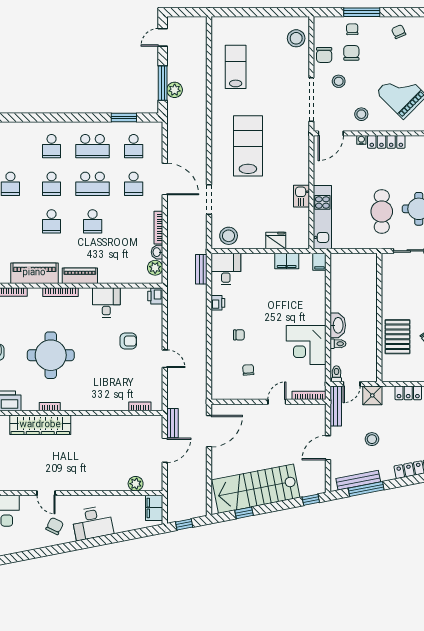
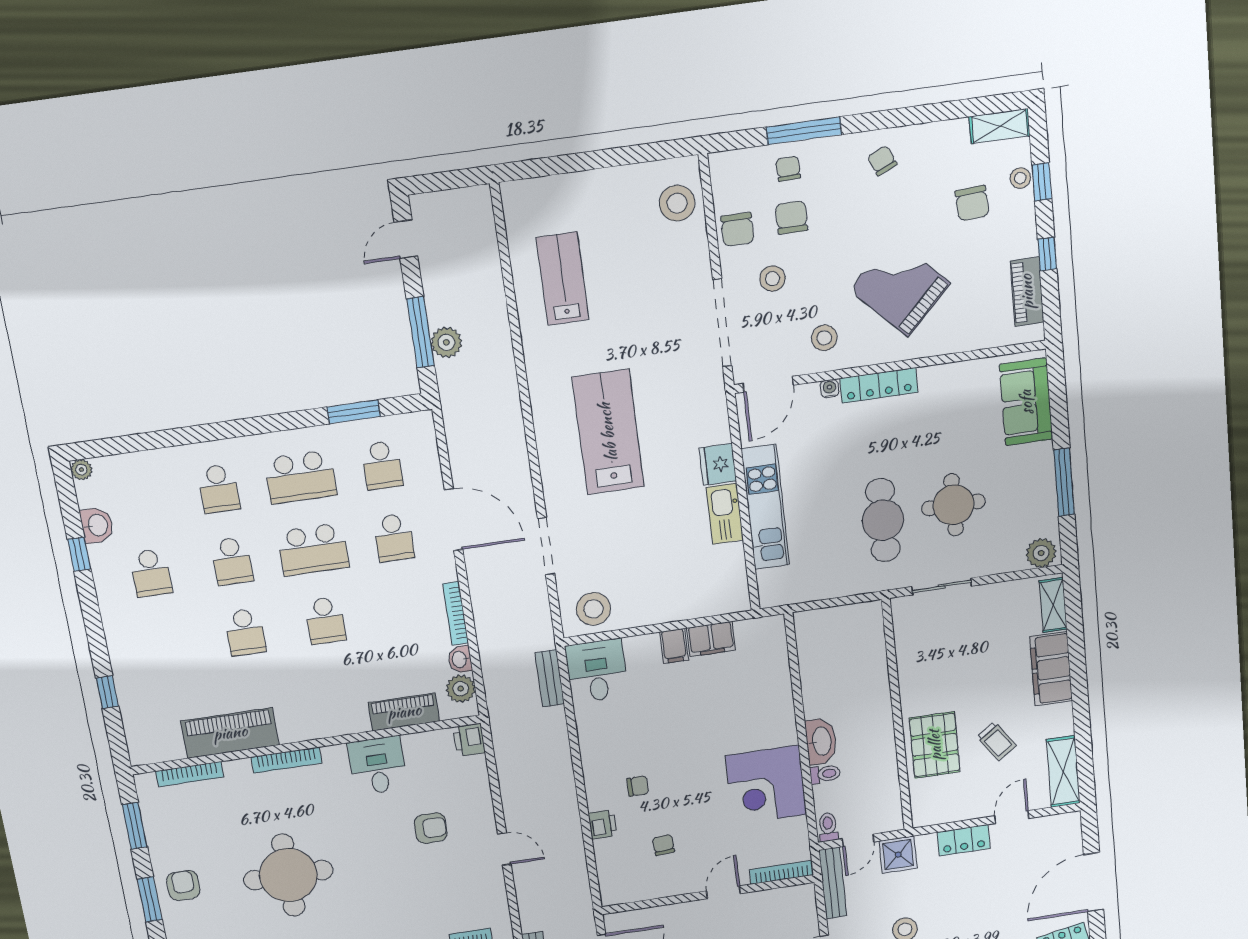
kitchen sink: (301, 196) -> (725, 514), width x1.38
kitchen unit: (322, 217) -> (765, 507), moved
fridge: (276, 240) -> (718, 464), moved, turned -90
filing cabinet: (319, 262) -> (674, 646), moved
piano: (80, 276) -> (404, 712), moved
printer: (218, 303) -> (603, 824), moved

